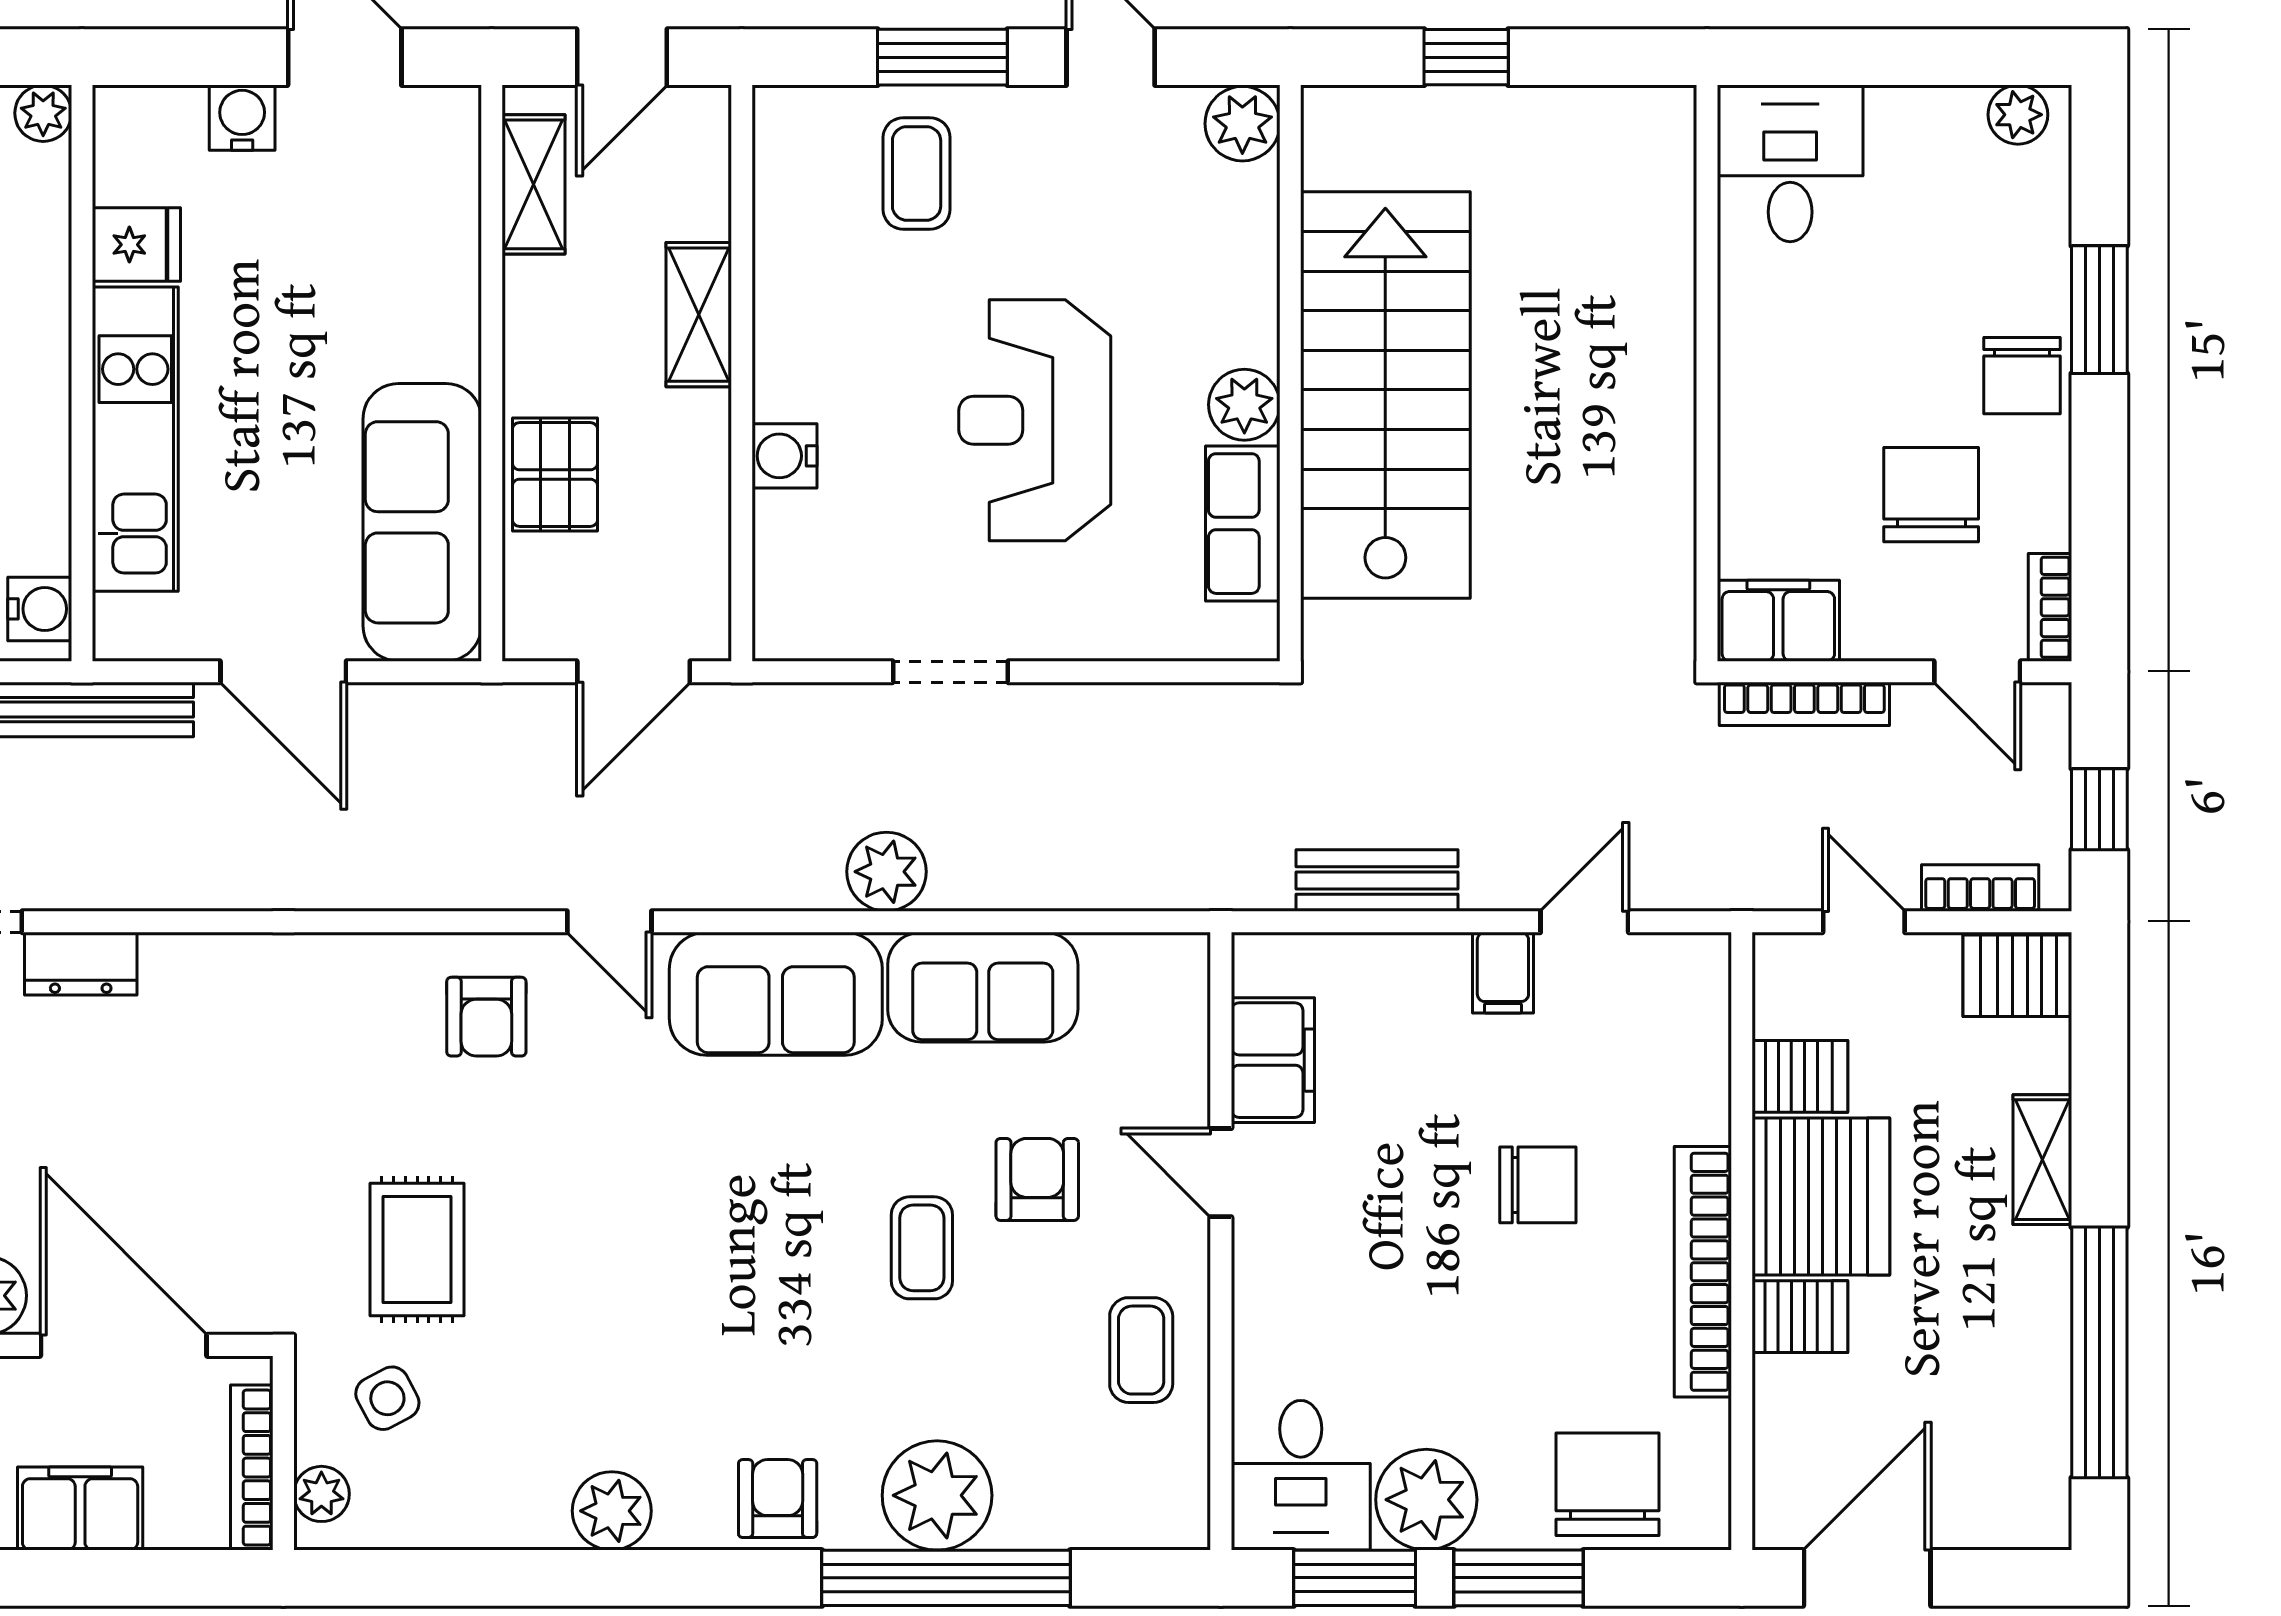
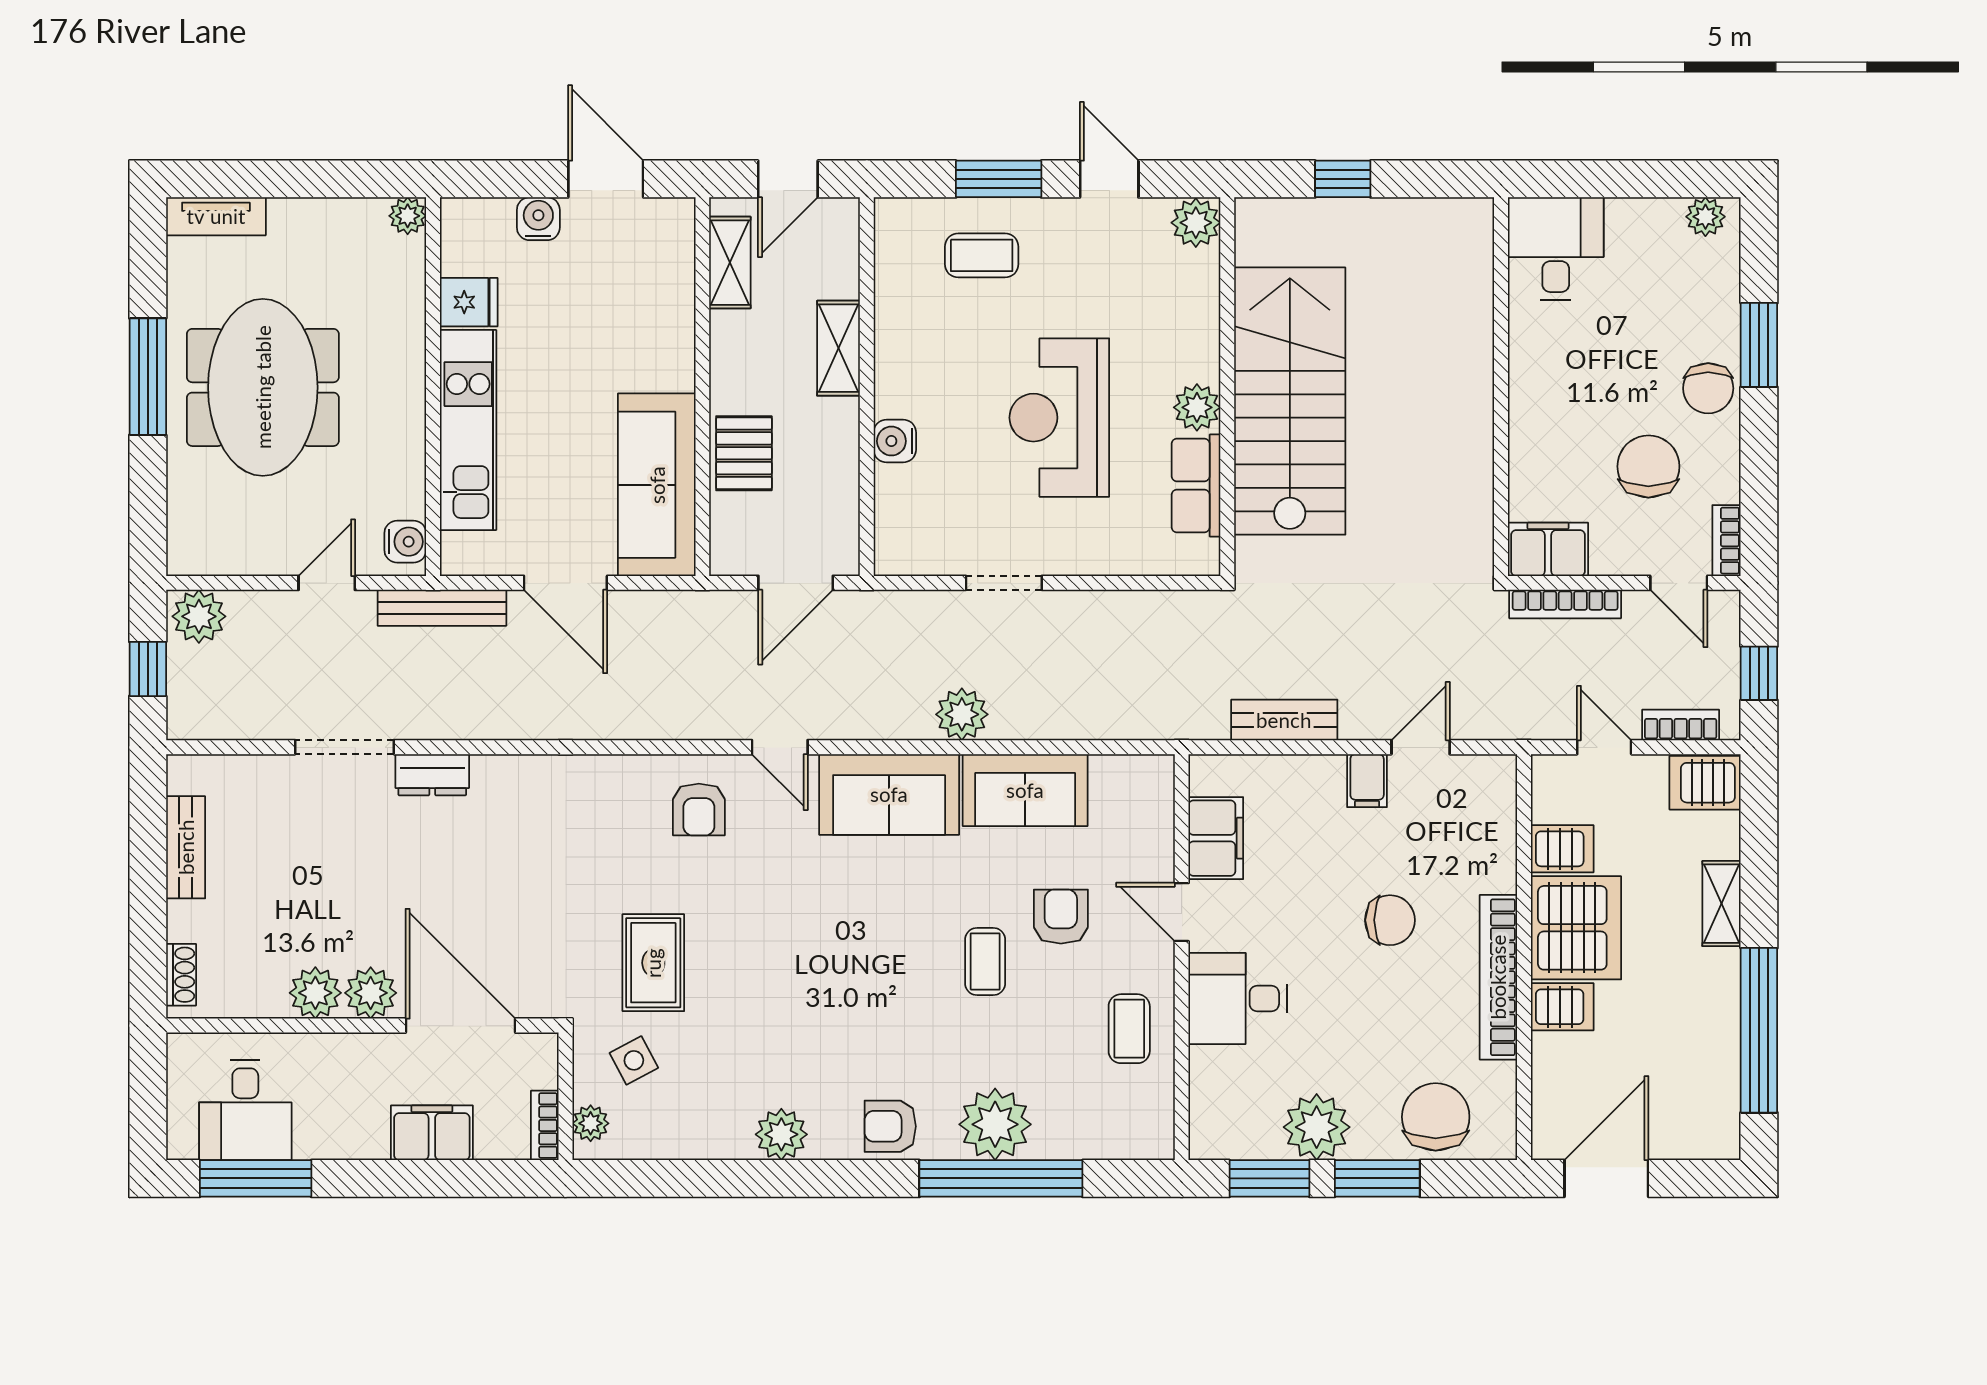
coffee table: (917, 173) -> (982, 255), turned 90
bookcase: (252, 1468) -> (545, 1125), width x0.64
desk: (1301, 1475) -> (1238, 998), moved, turned 90
armchair: (778, 1499) -> (890, 1126), turned -90

